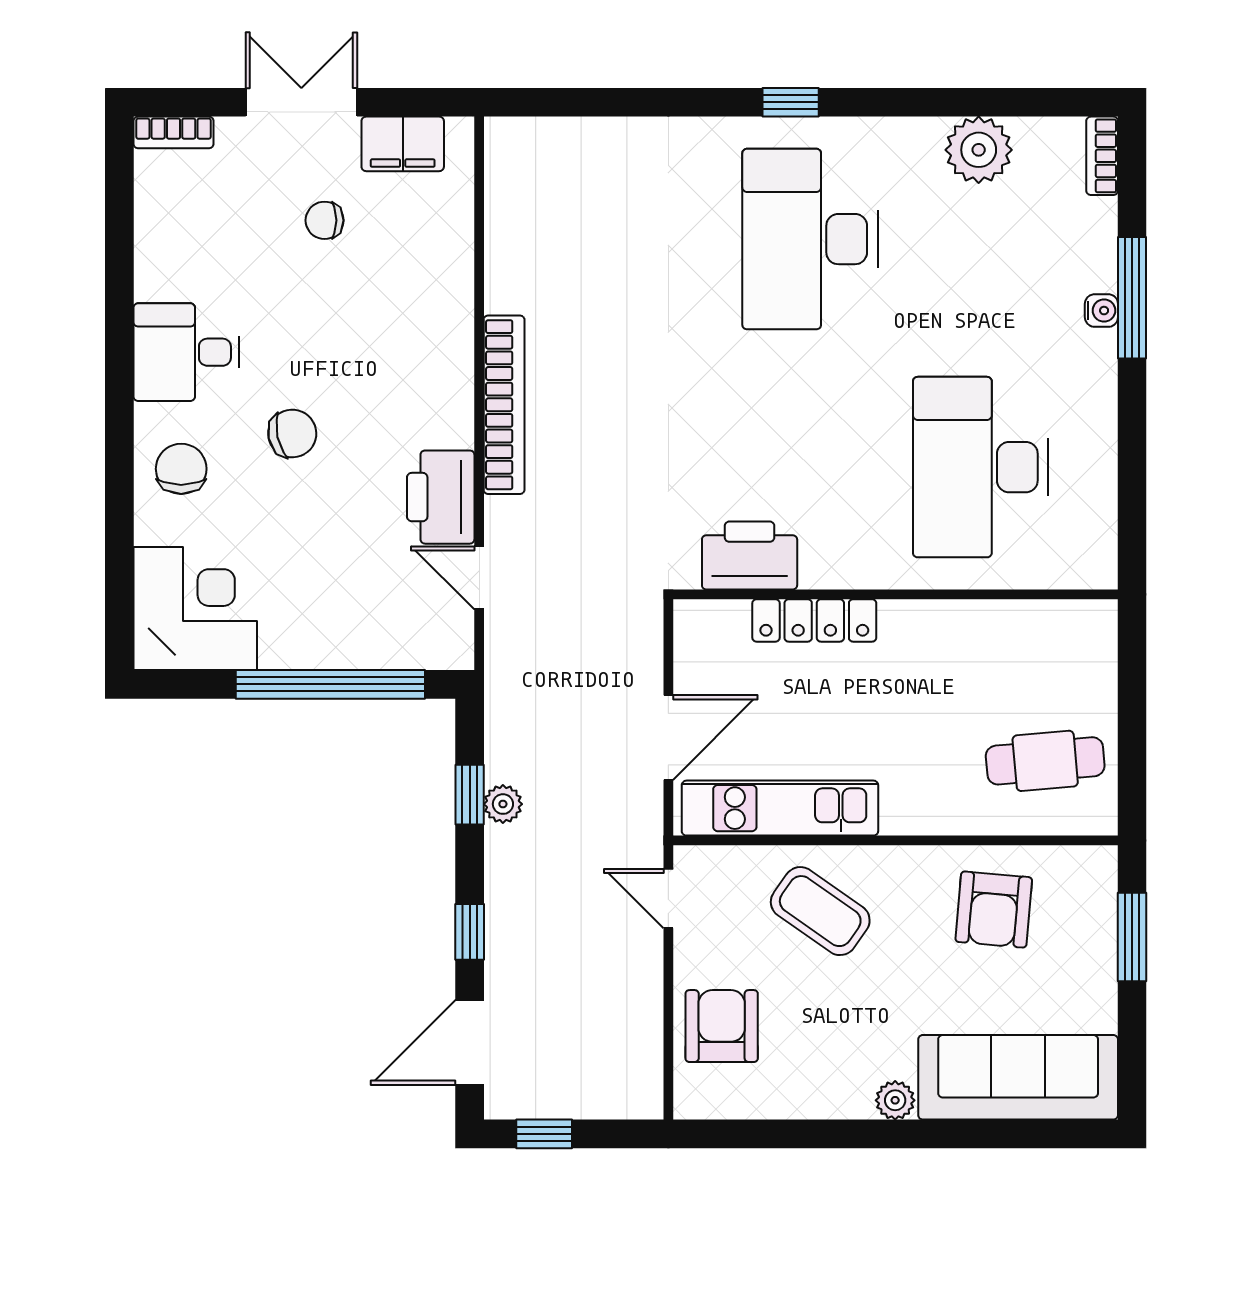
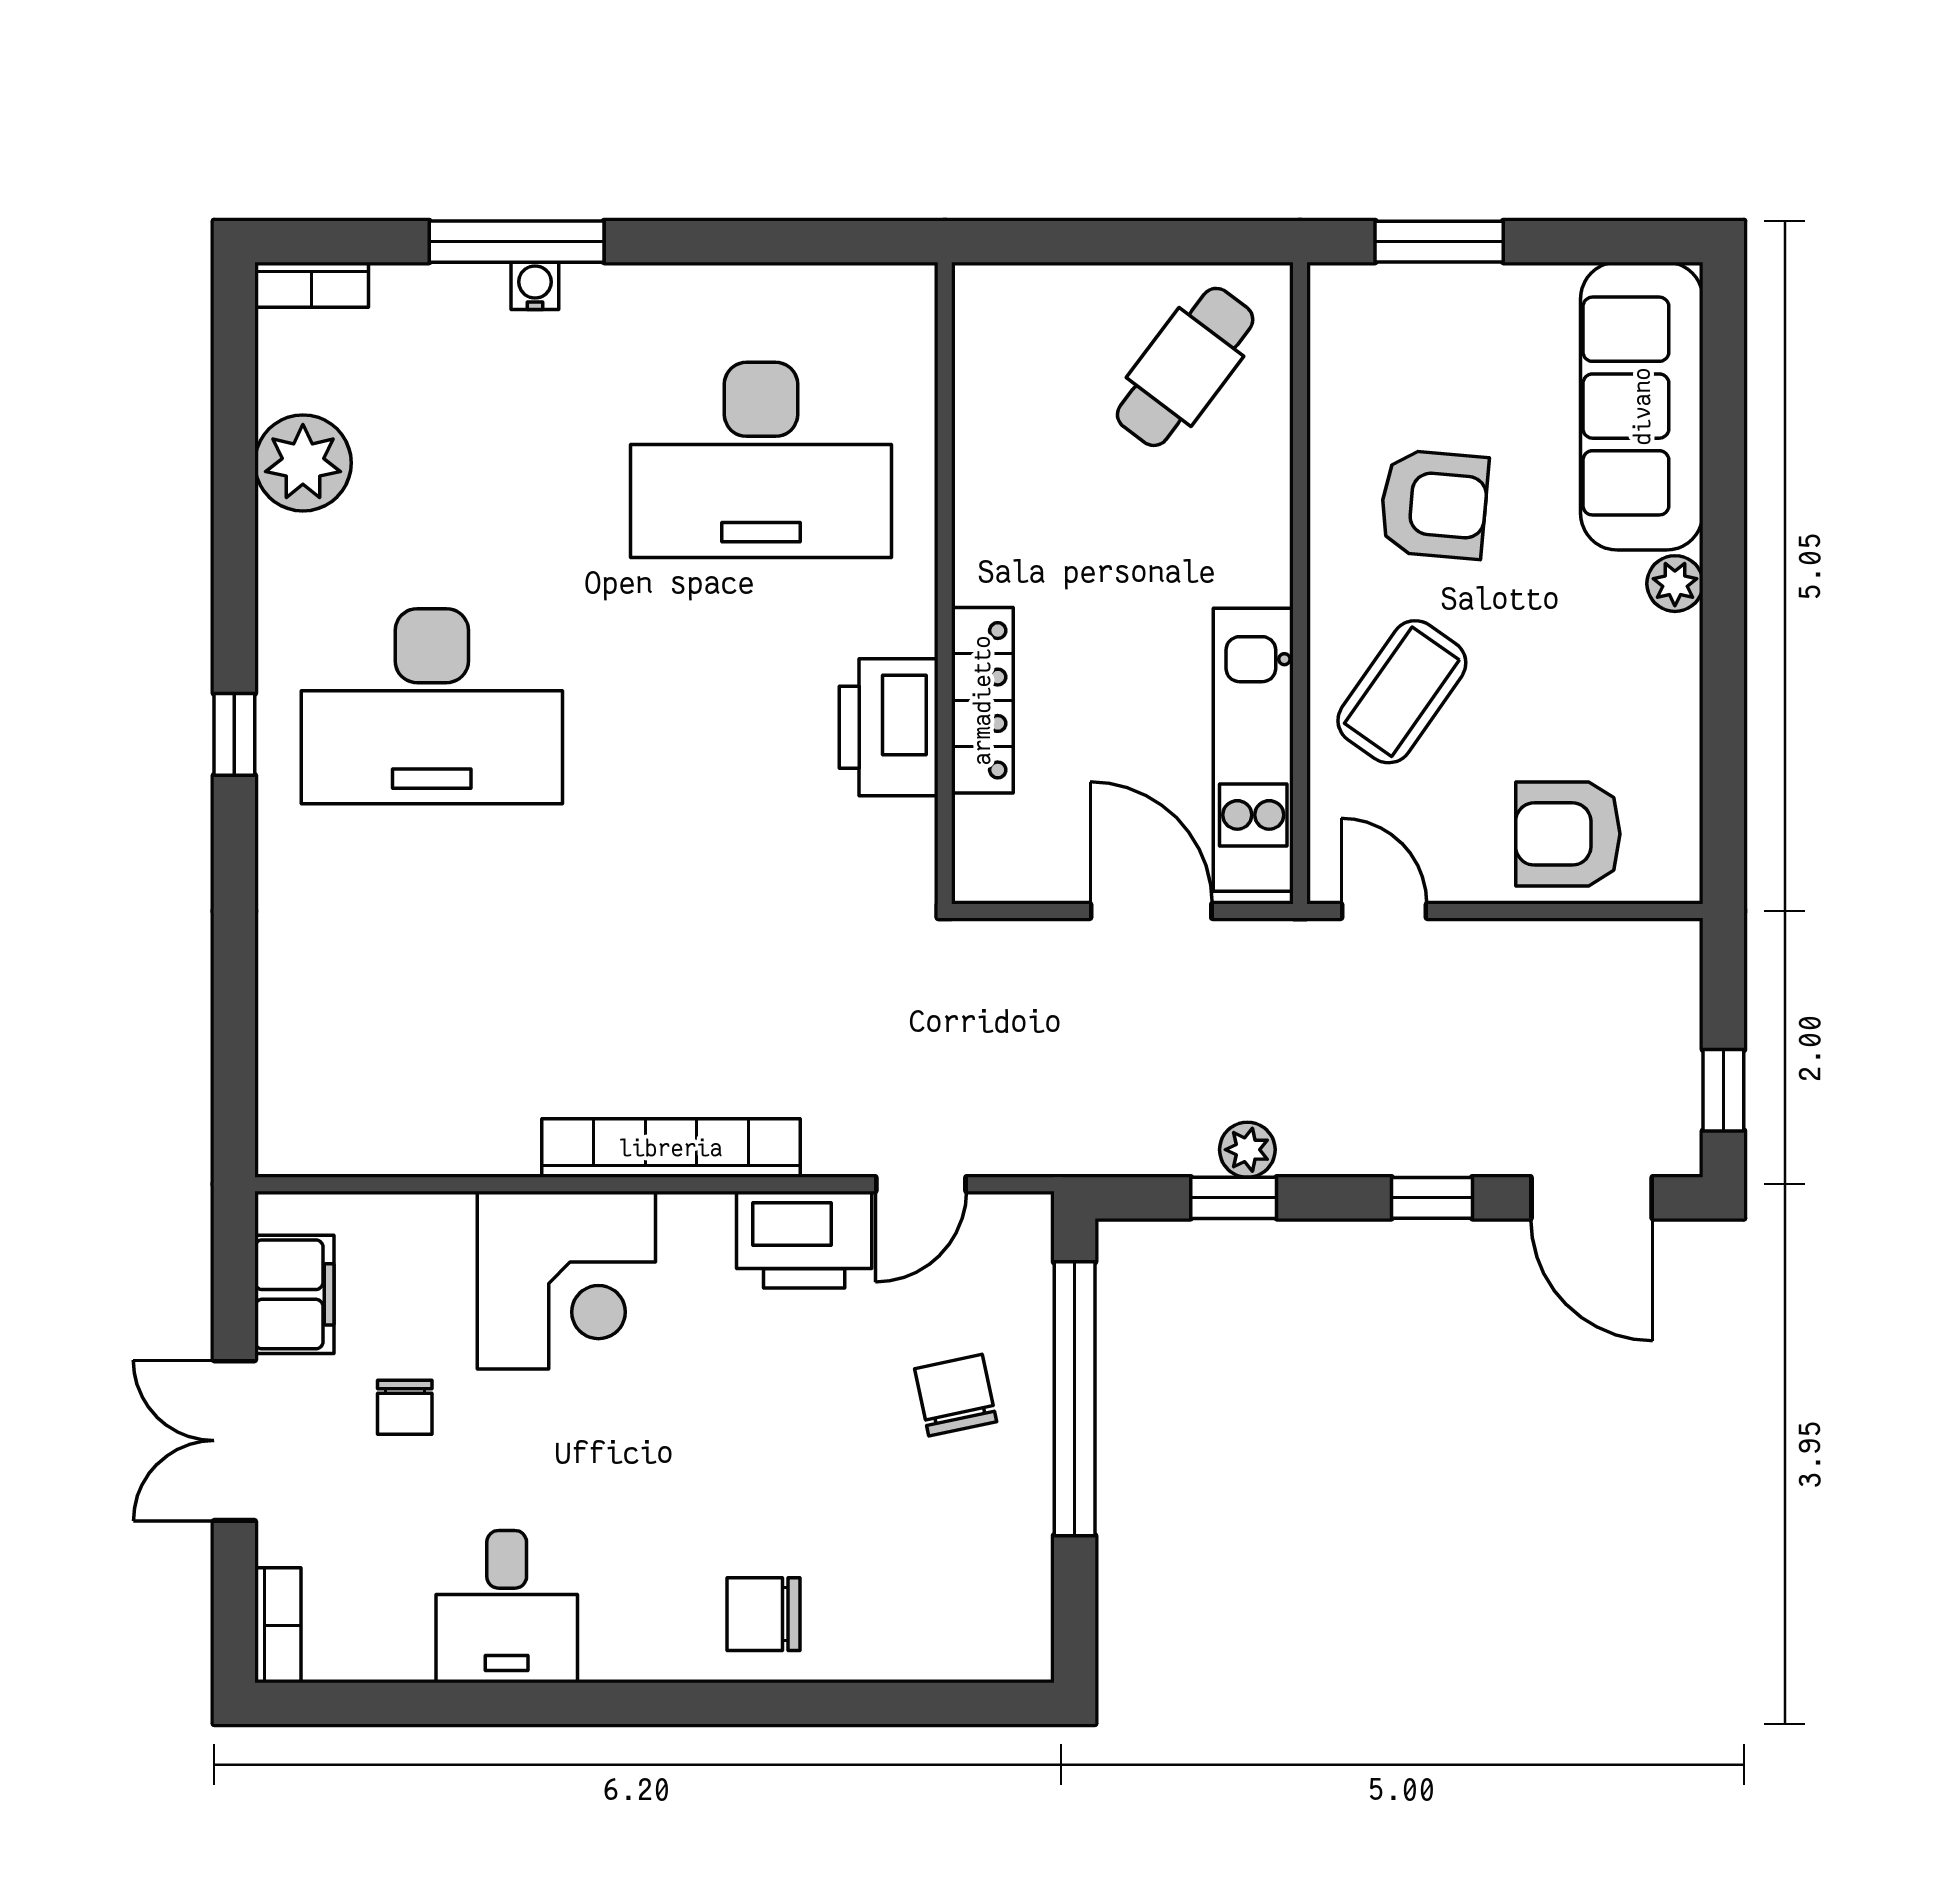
desk: (186, 352) -> (507, 1607), moved
chair: (292, 434) -> (956, 1395), moved
printer: (750, 556) -> (889, 727), moved
corner desk: (195, 608) -> (566, 1280), moved, turned 180
cafe table: (1045, 761) -> (1185, 367), turned 42
door: (668, 899) -> (1384, 911), swing flipped
armchair: (994, 910) -> (1434, 504), moved

